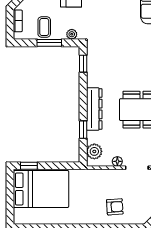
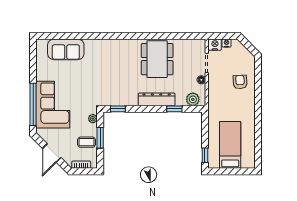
bed: (41, 189) -> (230, 145), width x0.67

